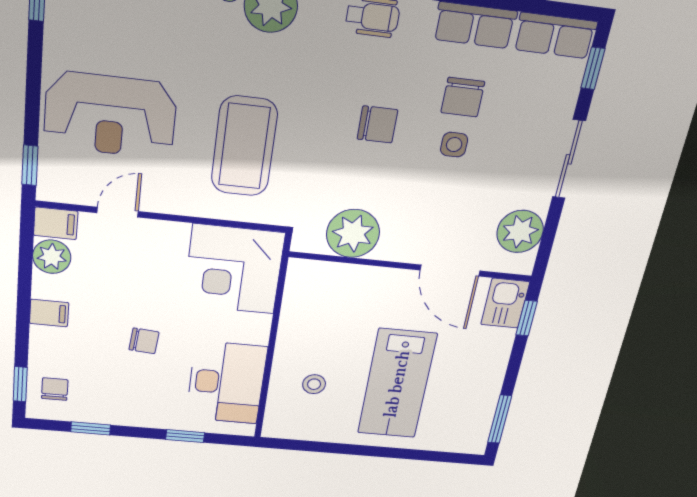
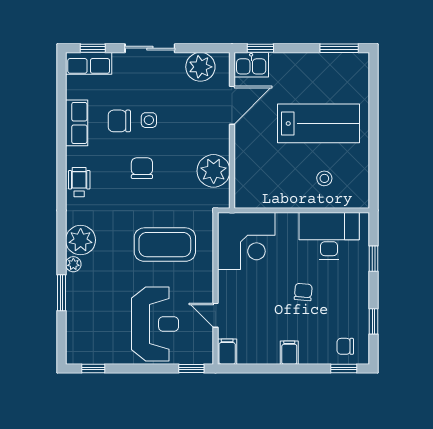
row of seats: (555, 36) -> (89, 63), moved, turned 90
chair: (463, 97) -> (119, 121), turned 180
plant: (52, 257) -> (250, 353), removed

